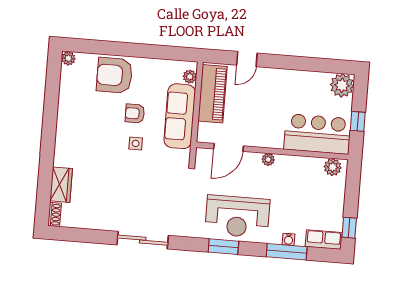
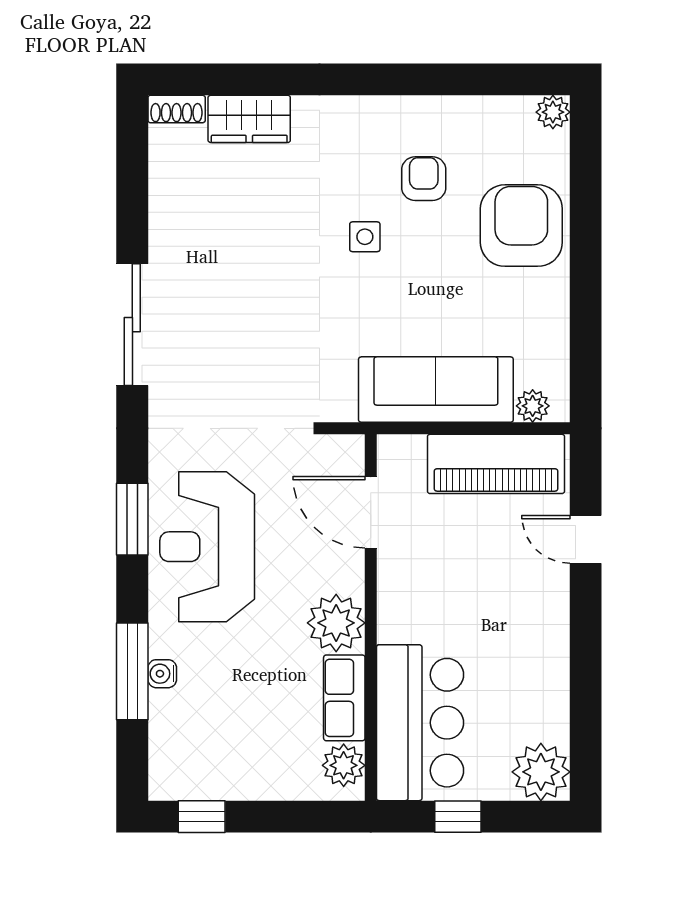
armchair: (135, 113) -> (424, 179), moved
side table: (136, 143) -> (365, 237), moved
plant: (268, 159) -> (336, 623), width x1.88, depth x1.88
row of seats: (324, 240) -> (344, 698), moved, turned 180

